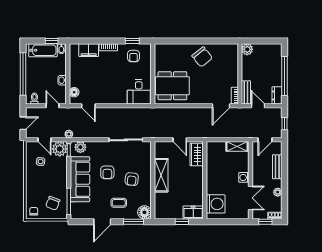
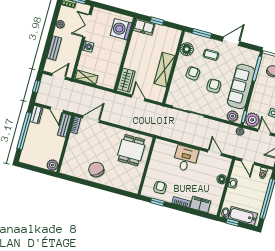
dining table: (172, 86) -> (131, 150), width x0.73
floor lamp: (74, 92) -> (222, 179), moved
desk: (139, 92) -> (186, 159), moved
floor lamp: (144, 212) -> (187, 49), moved

